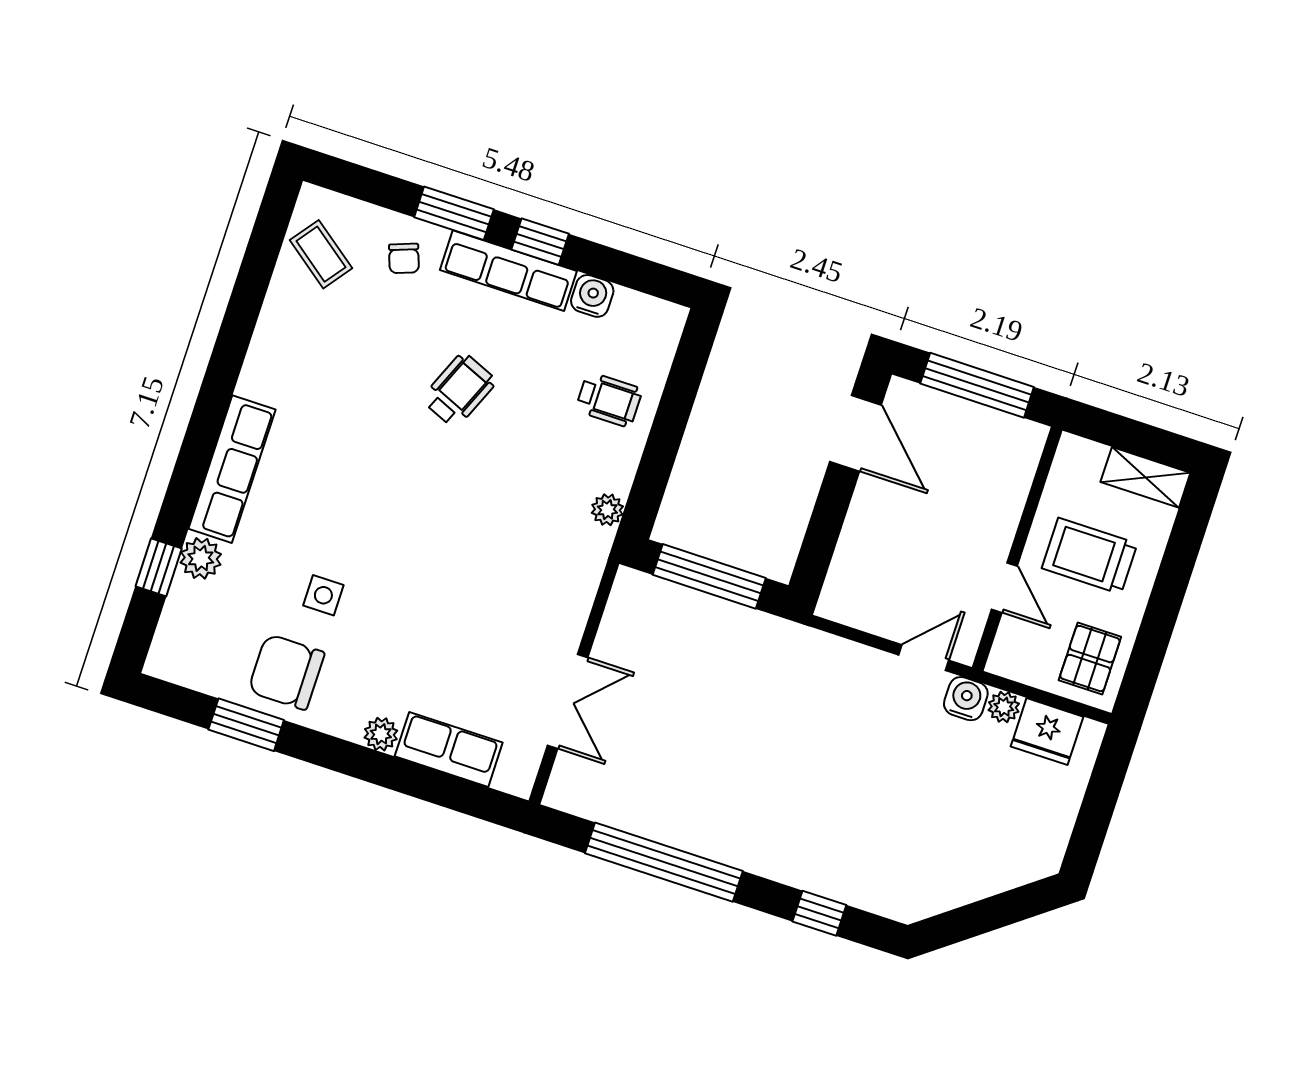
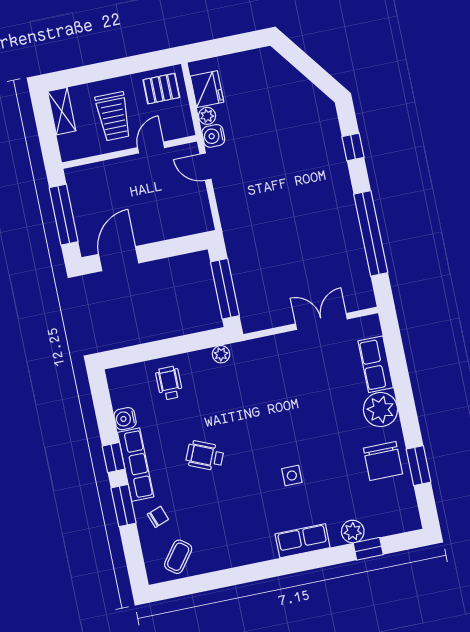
row of seats: (232, 469) -> (303, 541), width x0.68
side table: (323, 595) -> (292, 476), moved
plant: (381, 734) -> (381, 410), width x1.88, depth x1.88

